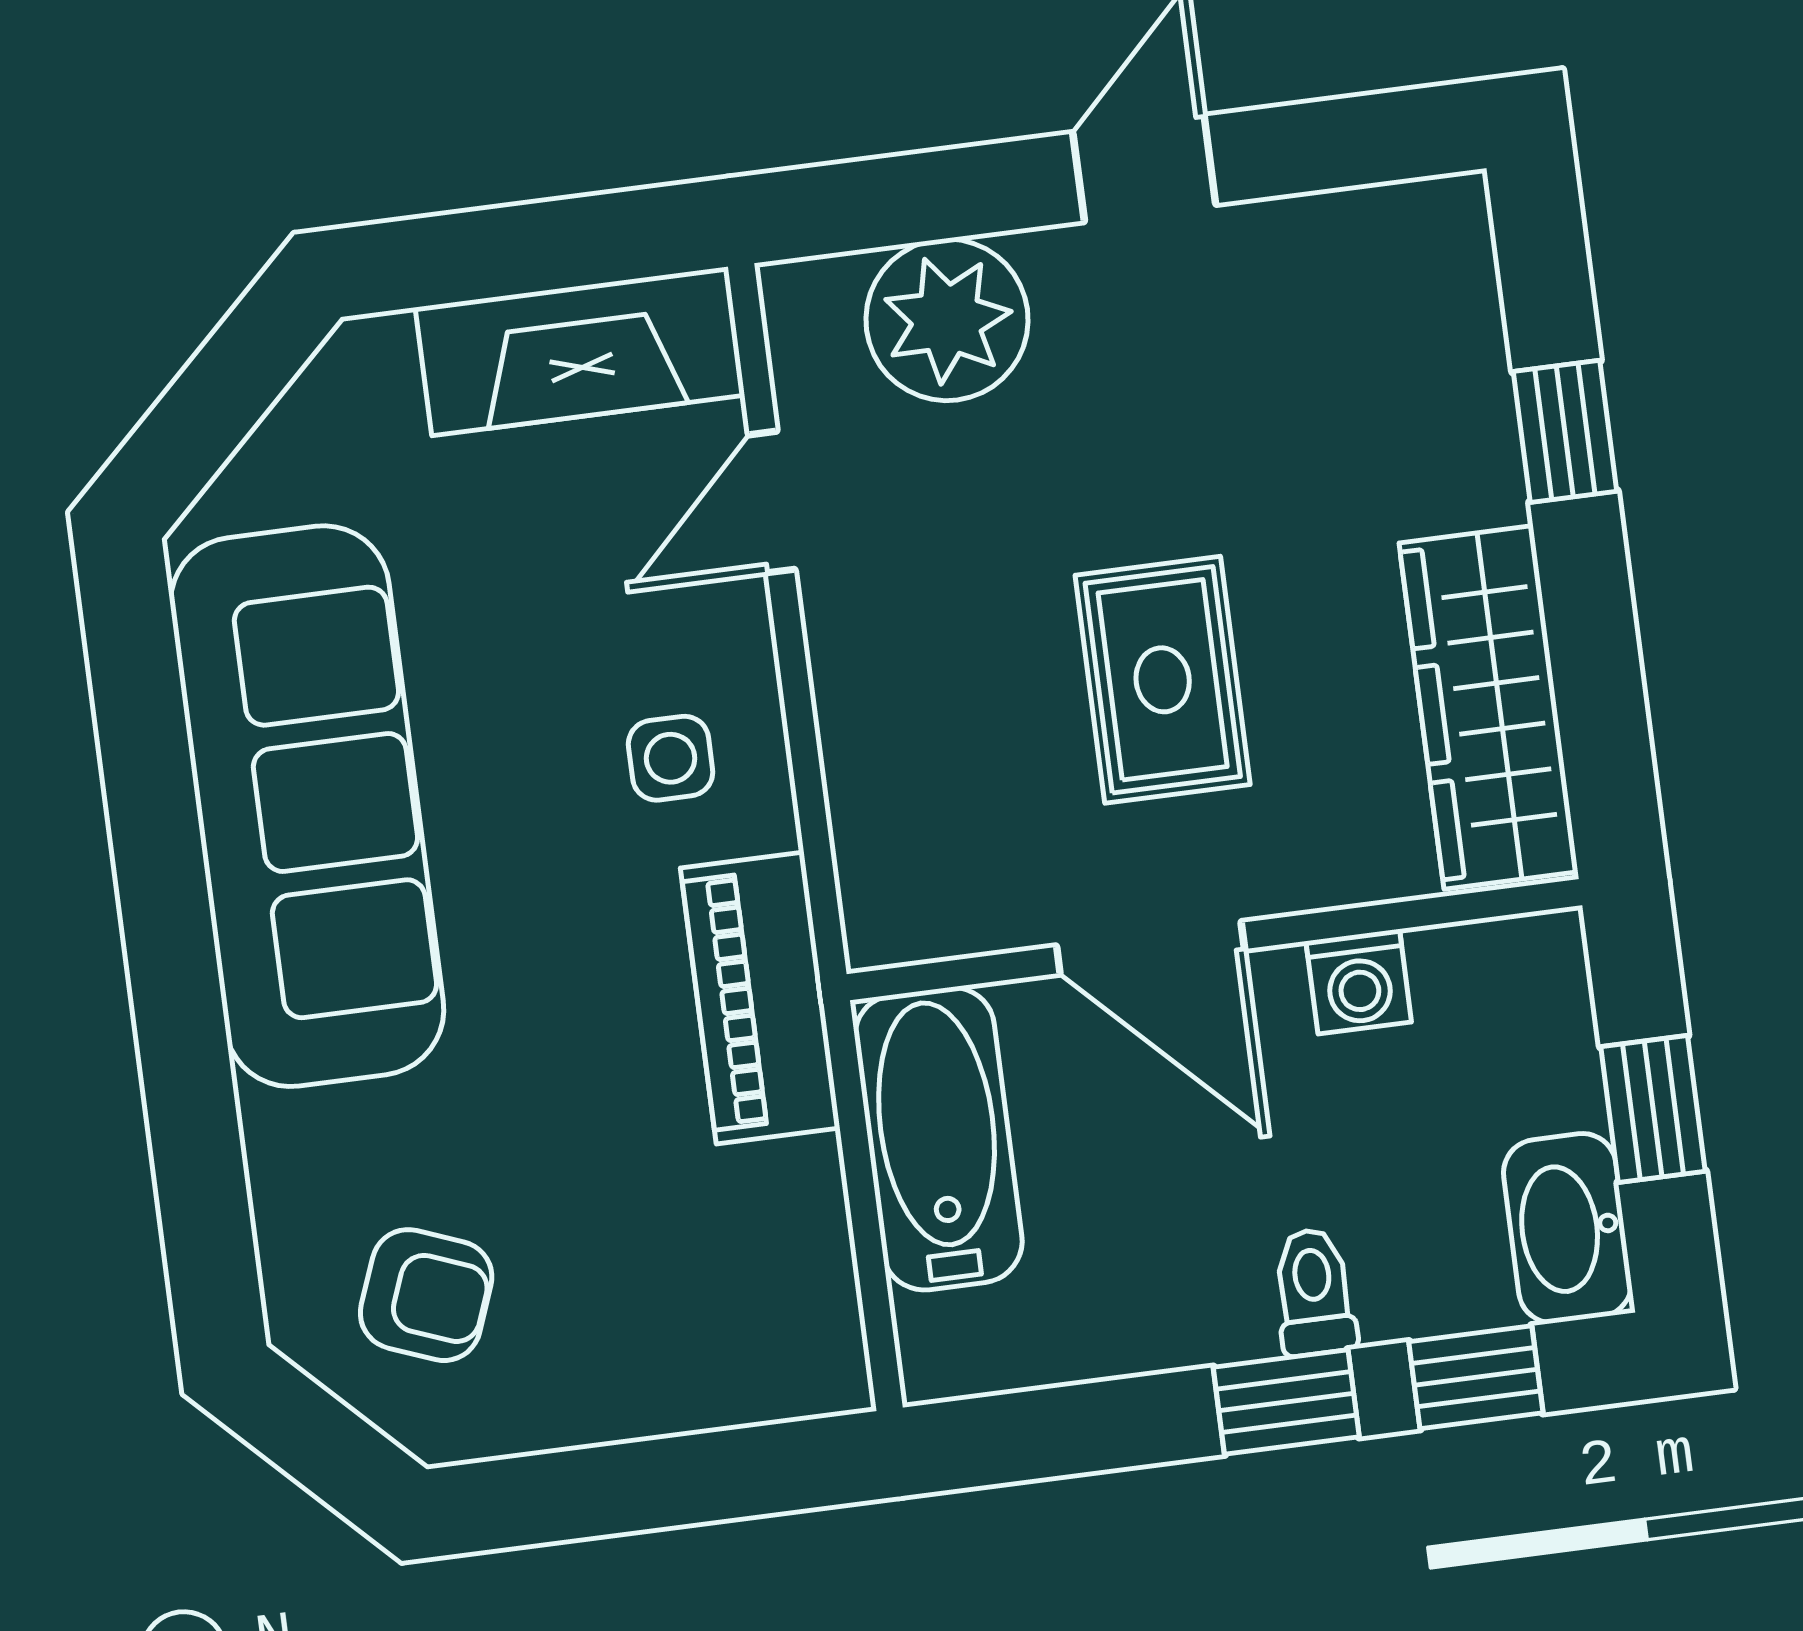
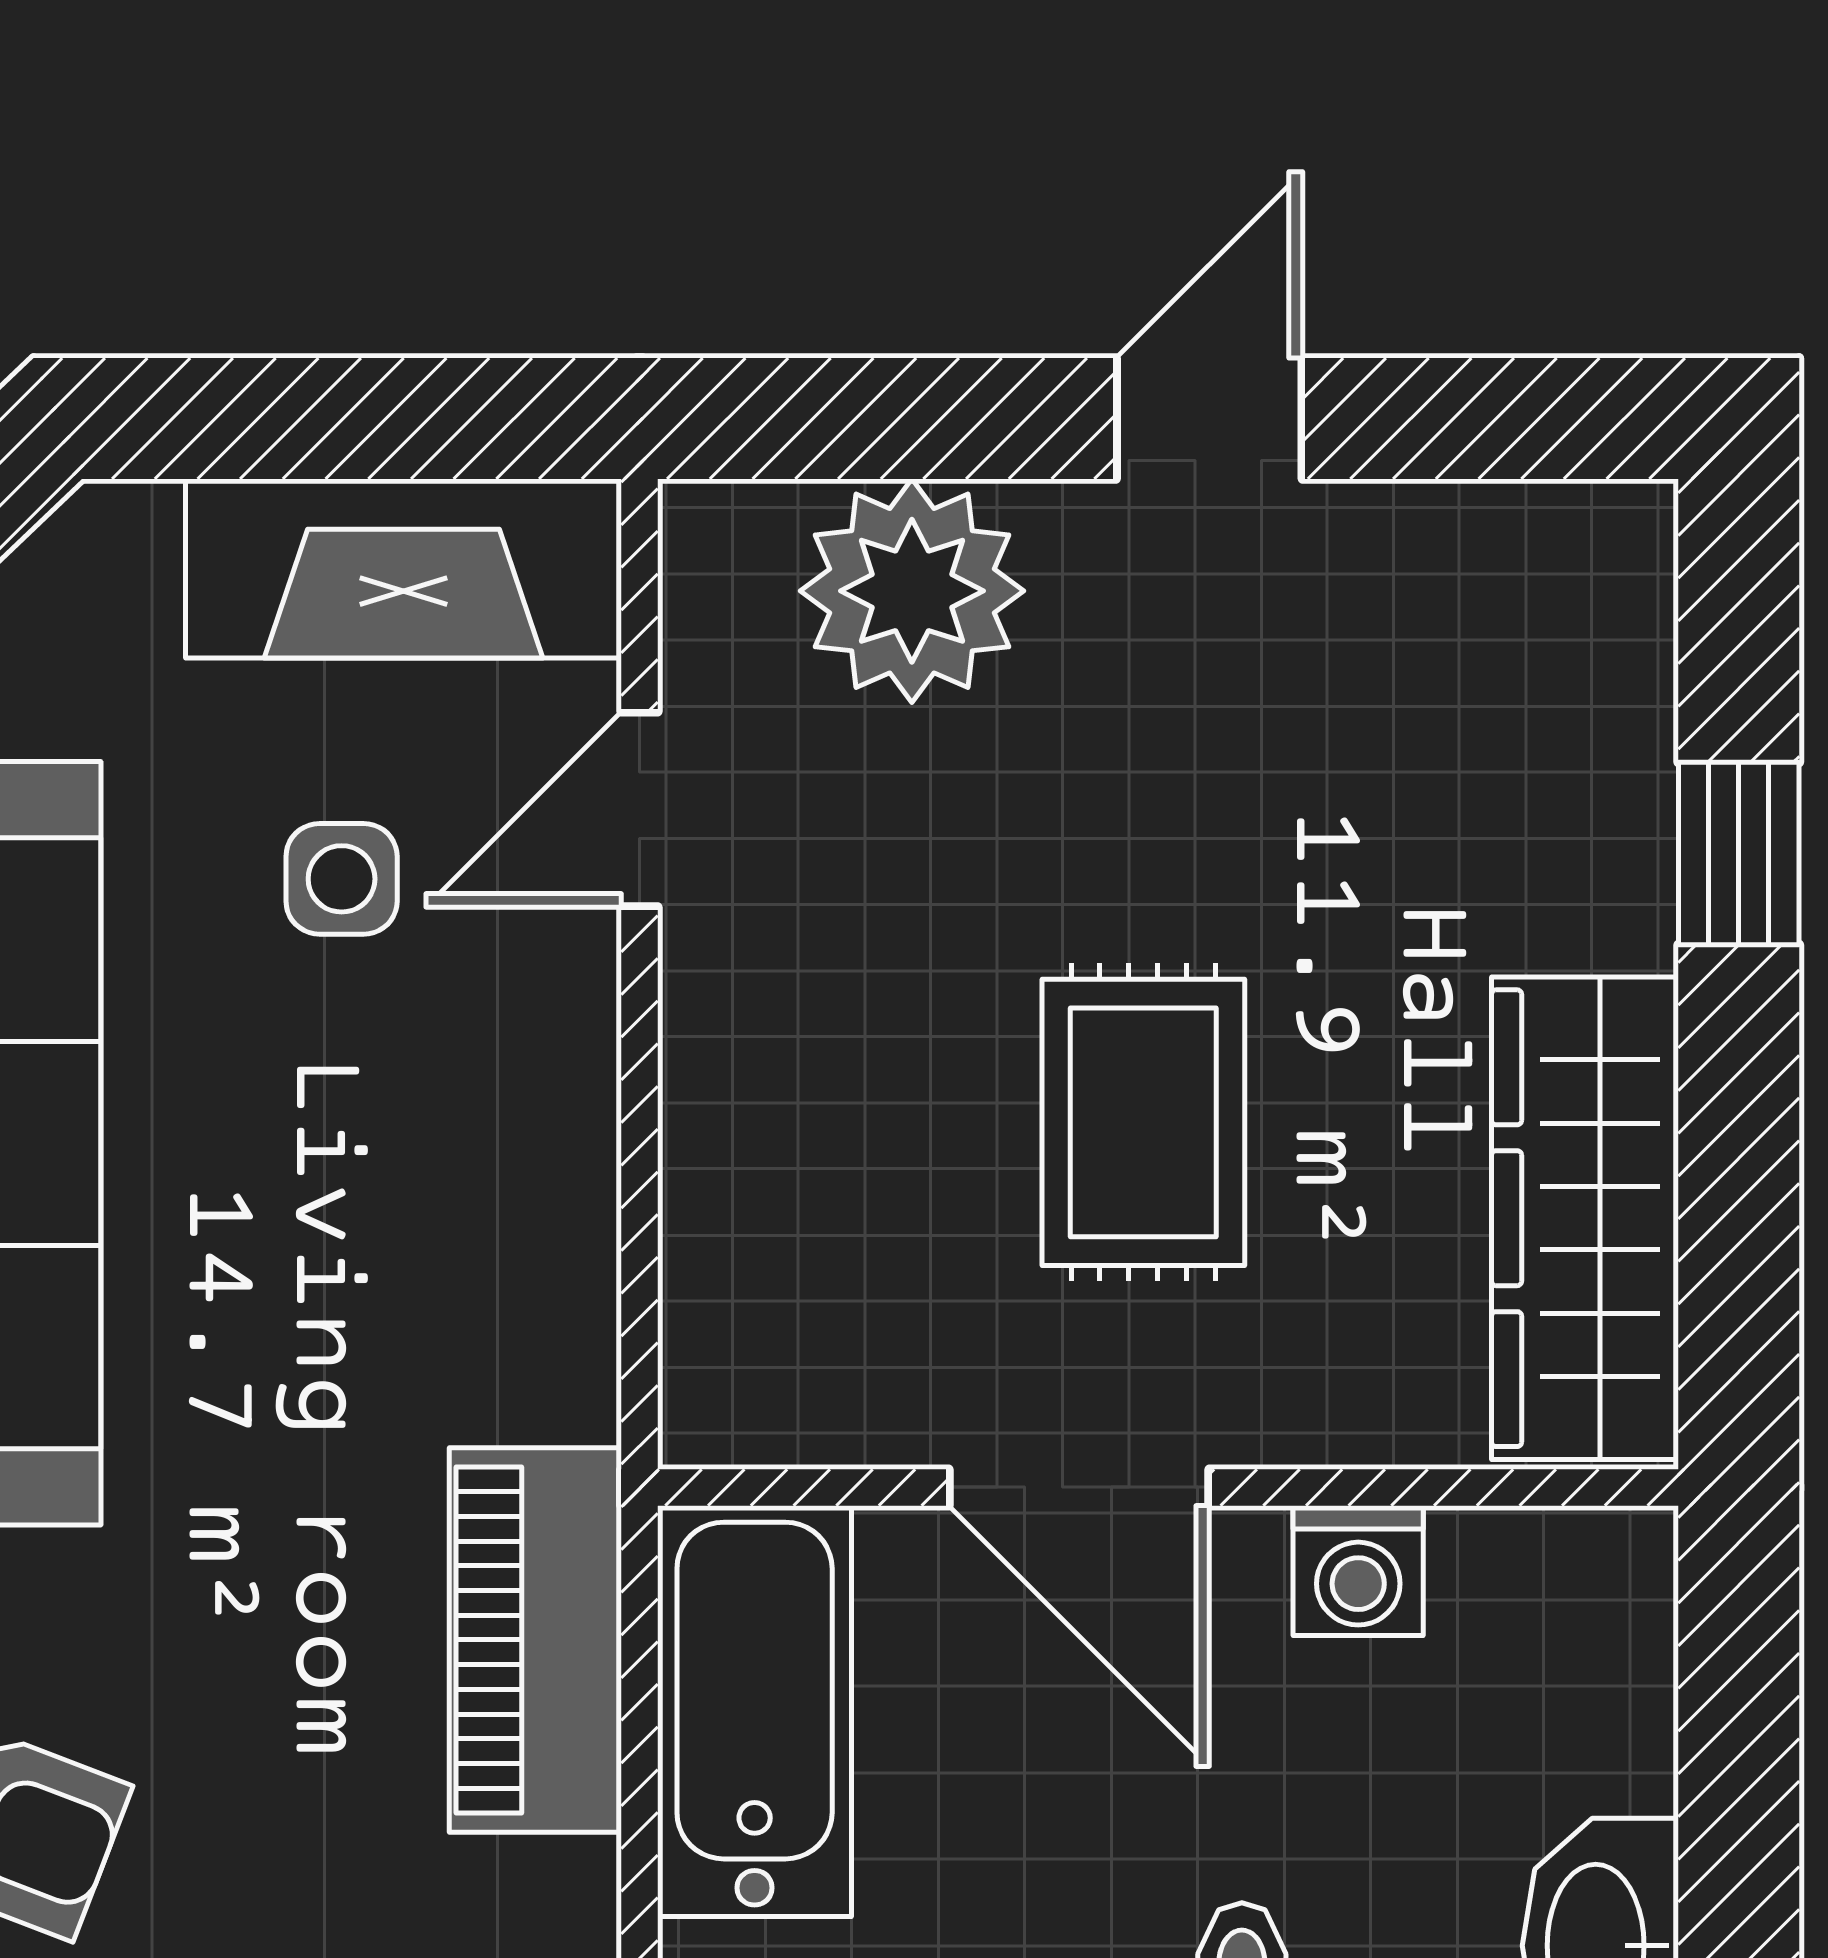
side table: (671, 758) -> (342, 879), moved
piano: (760, 998) -> (535, 1640), moved
window: (1653, 1109) -> (1739, 1798), removed

